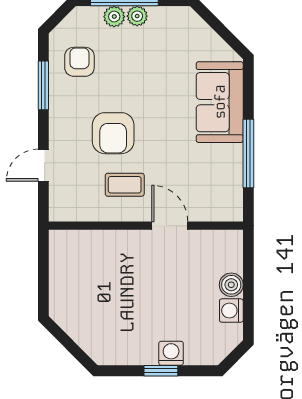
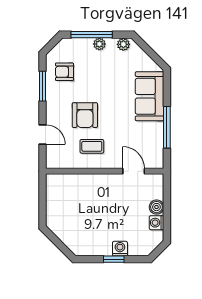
plant: (114, 17) -> (123, 44), moved
armchair: (79, 62) -> (64, 72), turned -90
door: (43, 165) -> (43, 134), swing flipped
door: (170, 226) -> (134, 171), moved

